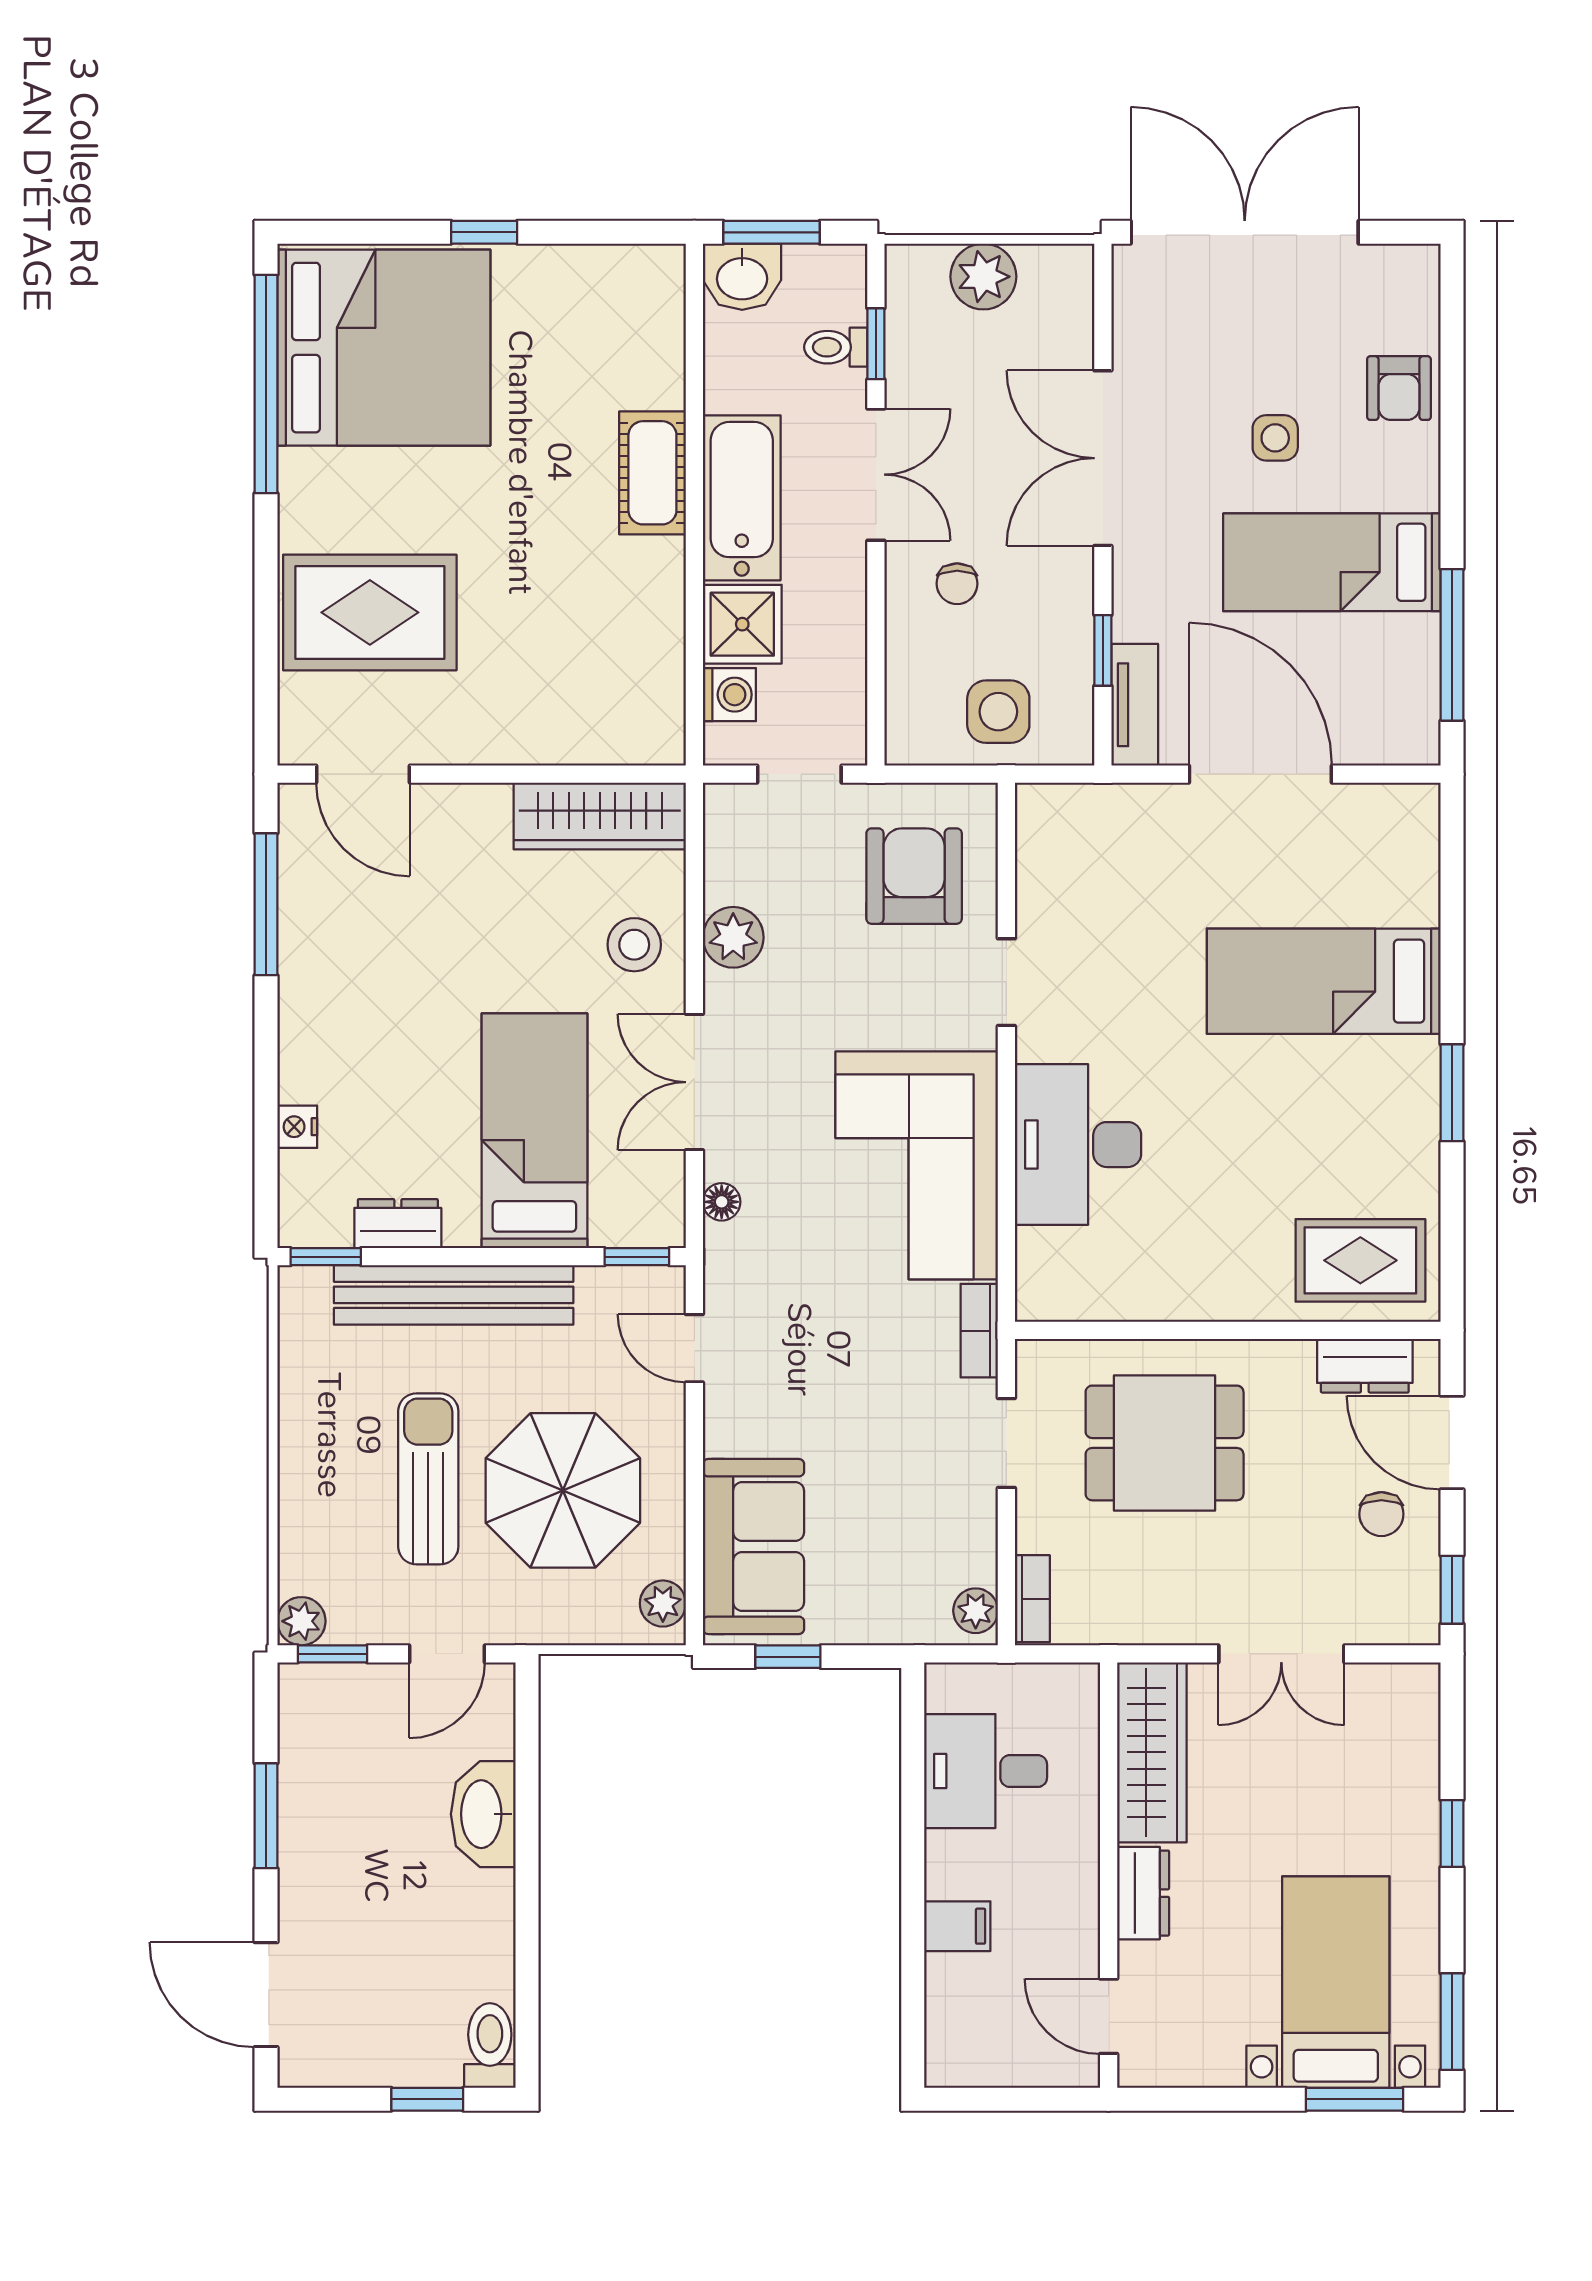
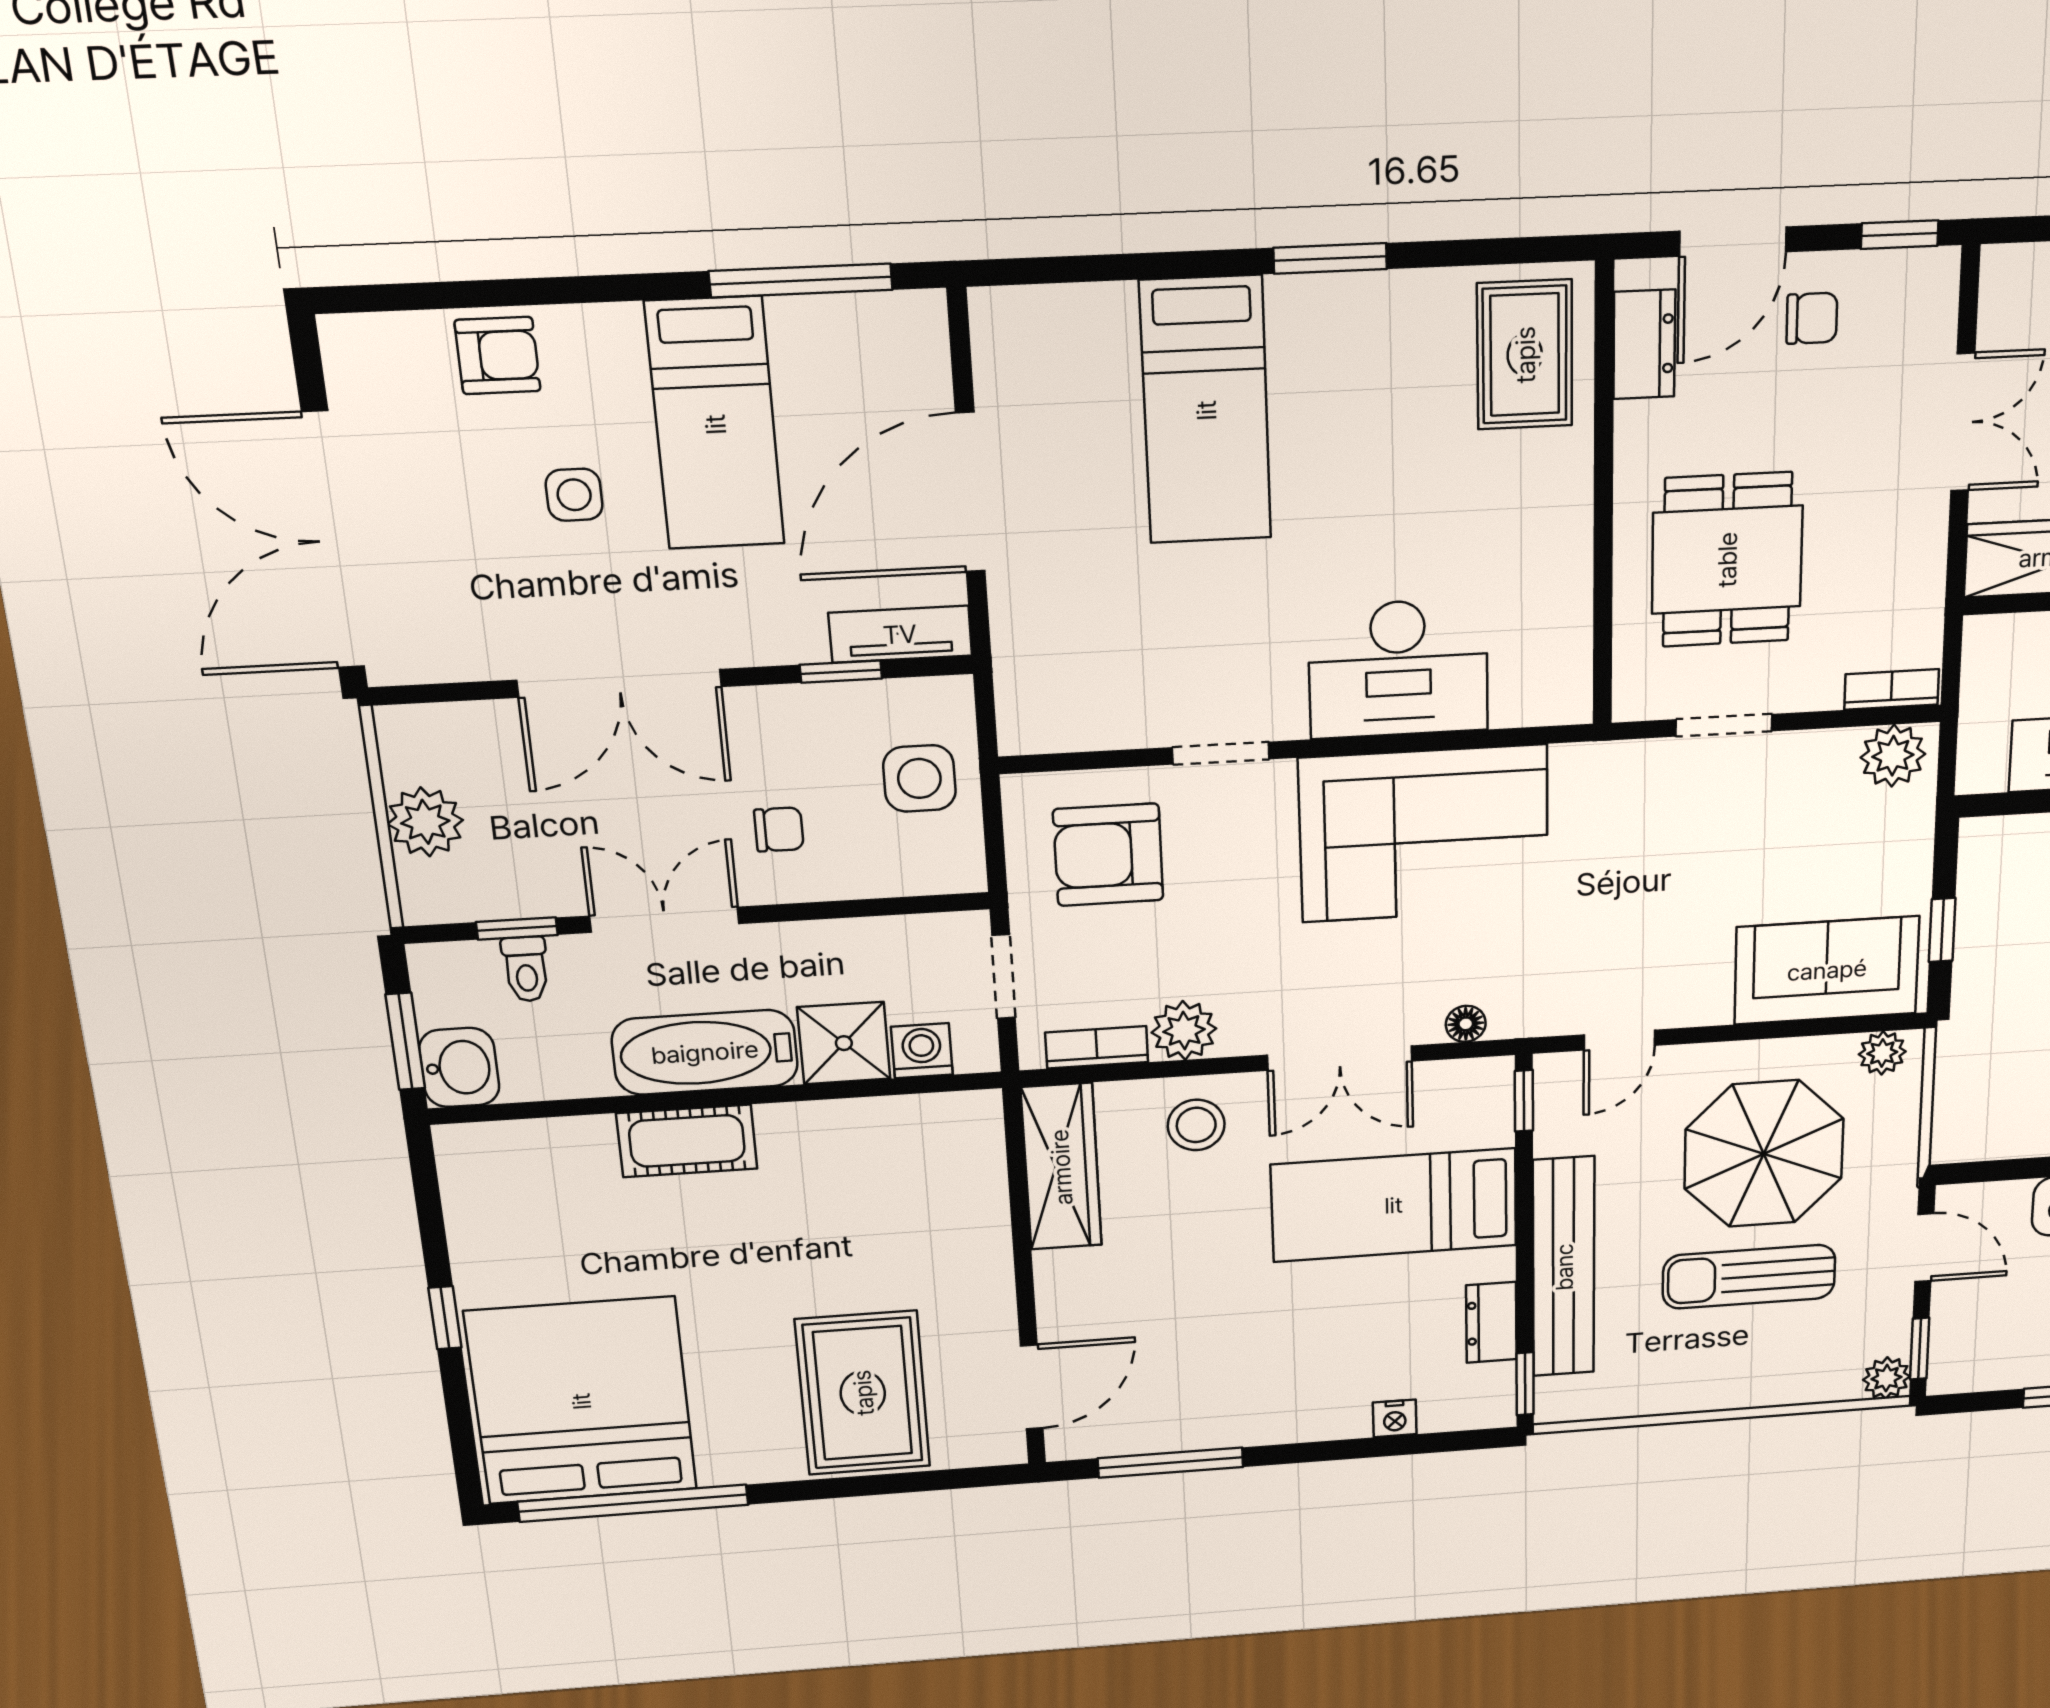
bookcase: (979, 1331) -> (1097, 1047), moved, turned 180
plant: (976, 1611) -> (1893, 756), width x1.38, depth x1.38

